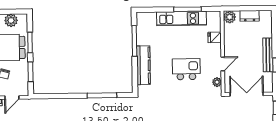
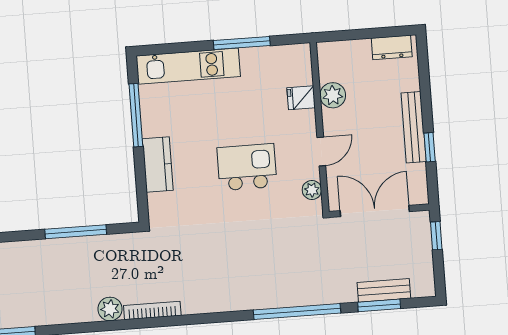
dresser: (250, 16) -> (392, 47), moved
plant: (230, 17) -> (333, 95), moved
kitchen unit: (182, 18) -> (188, 66), moved
kitchen counter: (143, 65) -> (158, 165), width x0.67

